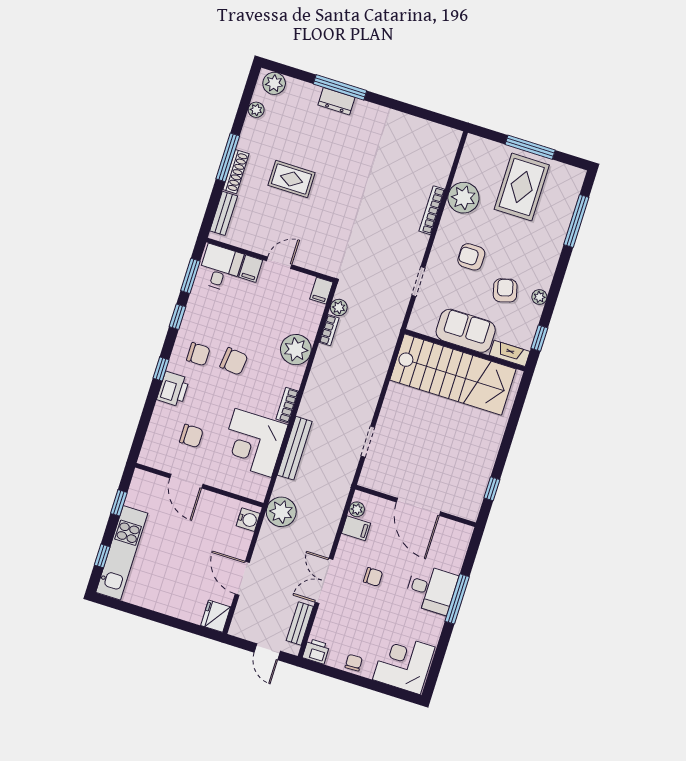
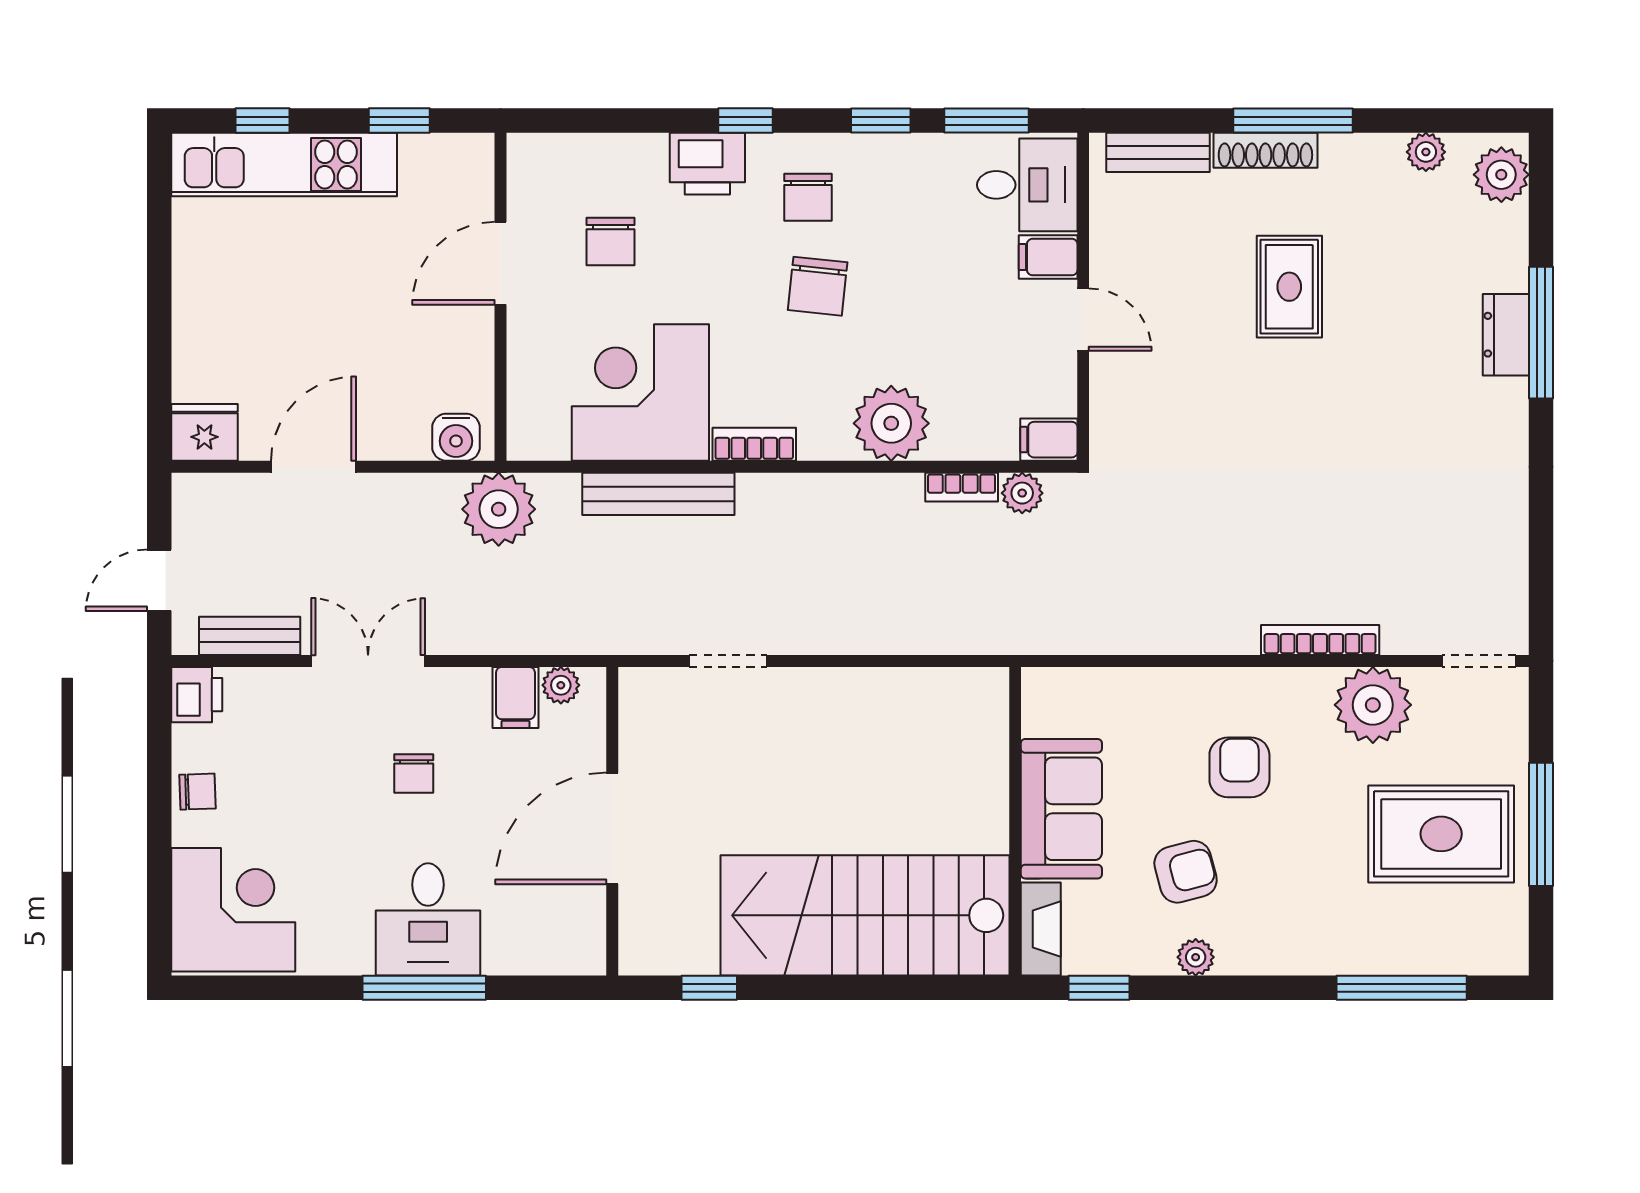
doorway: (418, 282) -> (1479, 661), moved
stairs: (453, 374) -> (865, 915), moved, turned 90

